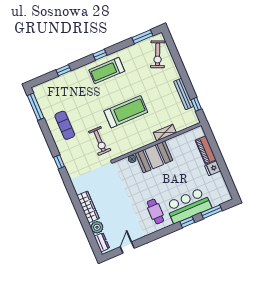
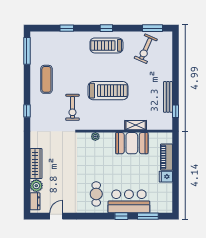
exercise bike: (158, 54) -> (146, 49), moved
booth: (154, 157) -> (132, 143), moved

